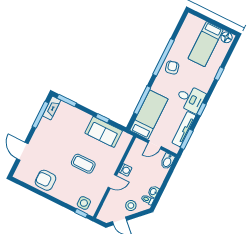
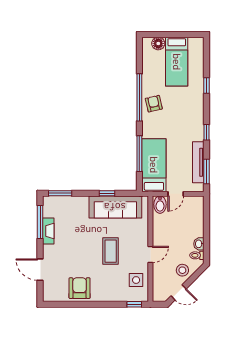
floor lamp: (227, 37) -> (158, 43), moved
desk: (190, 99) -> (189, 127), removed
fireplace: (52, 108) -> (48, 231), moved
sofa: (104, 132) -> (115, 207), width x1.36
bidet: (168, 161) -> (160, 205), moved
coffee table: (83, 164) -> (111, 251), turned 90
washing machine: (125, 170) -> (158, 236), removed
armchair: (46, 180) -> (80, 288), turned 90
side table: (84, 203) -> (136, 280), moved

